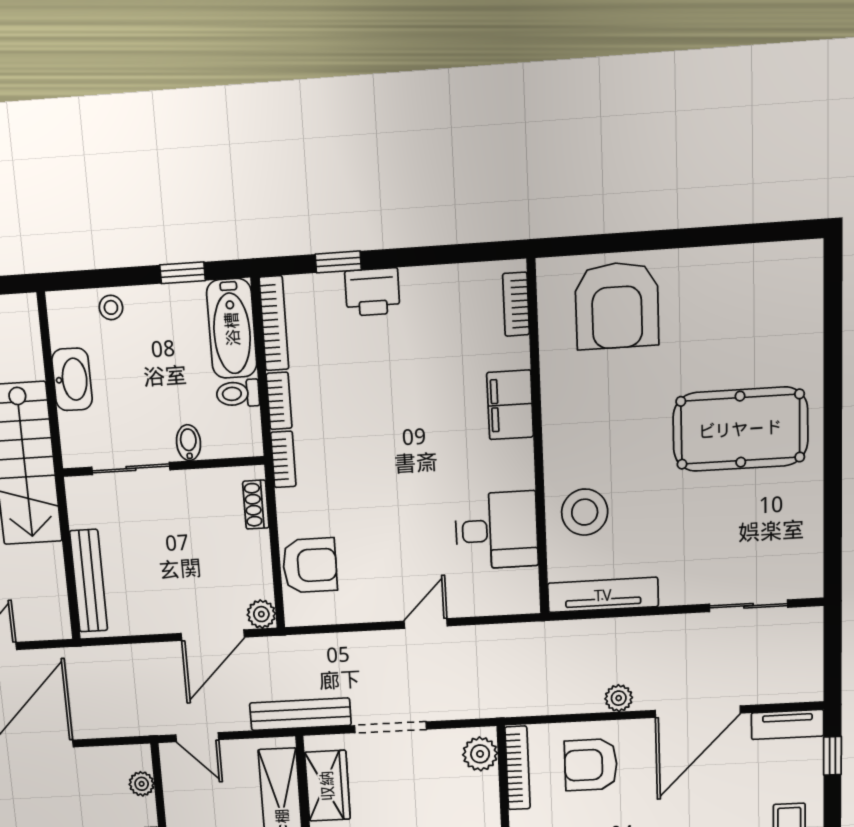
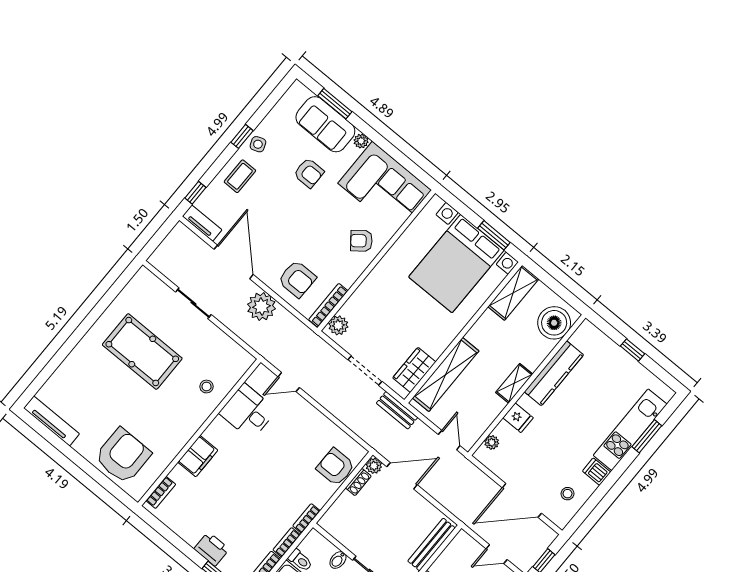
pool table: (740, 429) -> (142, 352), moved
shoe rack: (256, 505) -> (358, 482), moved
stool: (585, 512) -> (207, 387), width x0.53, depth x0.53
tv unit: (603, 595) -> (52, 421), moved, turned 180
sliding door: (749, 606) -> (193, 303), moved
door: (426, 623) -> (289, 382), moved
plant: (619, 698) -> (261, 307), width x1.88, depth x1.88
door: (698, 712) -> (234, 262), hinge flipped
bench: (300, 714) -> (397, 410), width x0.73

